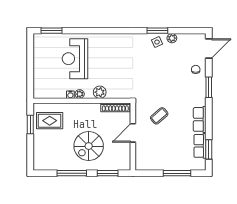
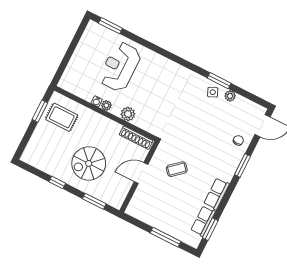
window: (72, 173) -> (57, 183), width x0.46

